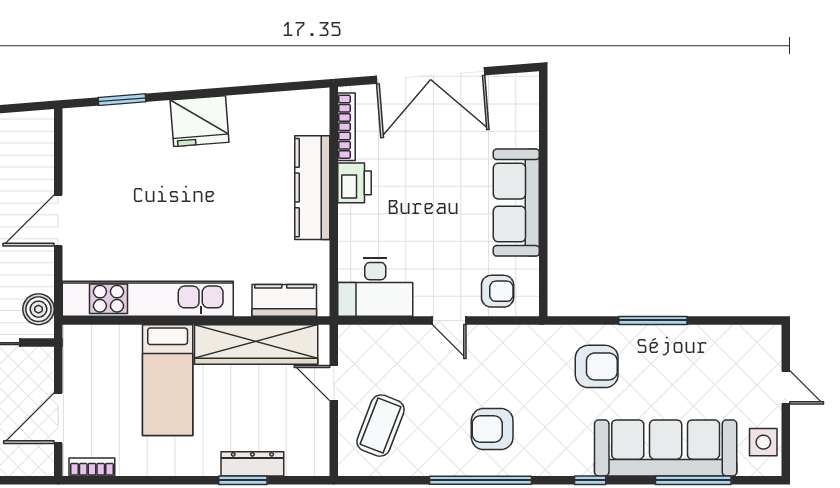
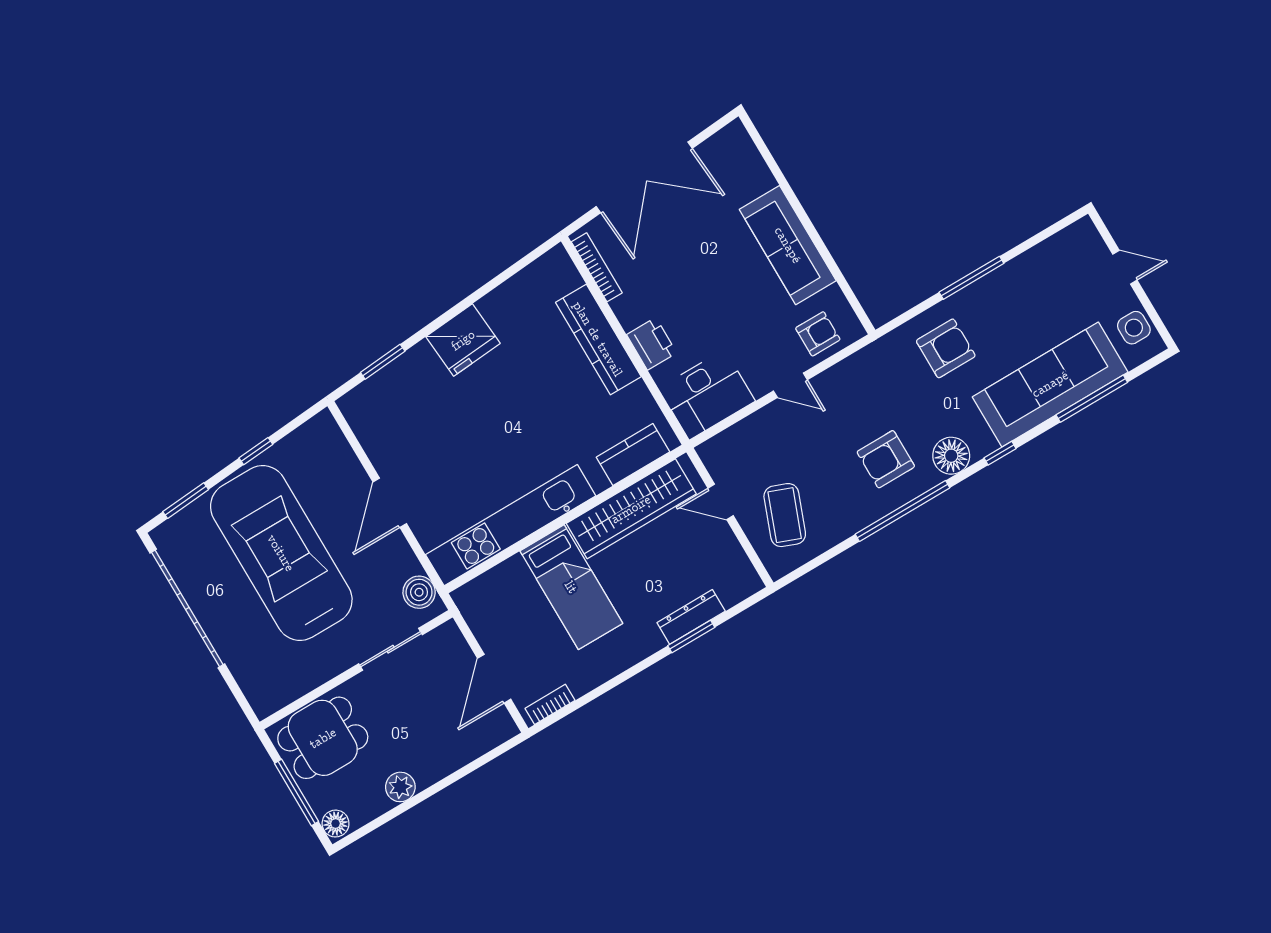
printer: (354, 183) -> (652, 344), moved
floor lamp: (548, 458) -> (951, 456), added

